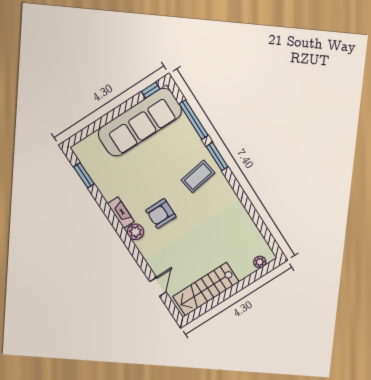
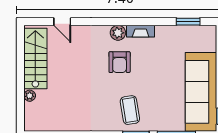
armchair: (161, 214) -> (120, 62), turned 180
plant: (260, 262) -> (30, 96), moved

